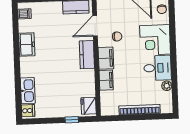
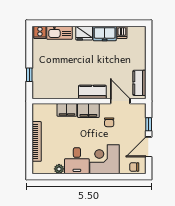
dishwasher: (24, 14) -> (122, 32), moved
fridge: (89, 106) -> (84, 33), moved, turned 180

